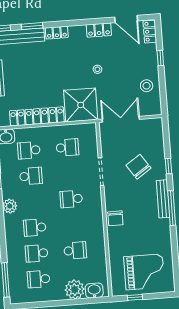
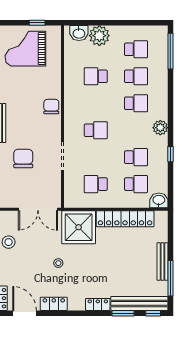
chair: (138, 167) -> (23, 158), turned -146
school desk: (31, 176) -> (136, 157), turned 180

